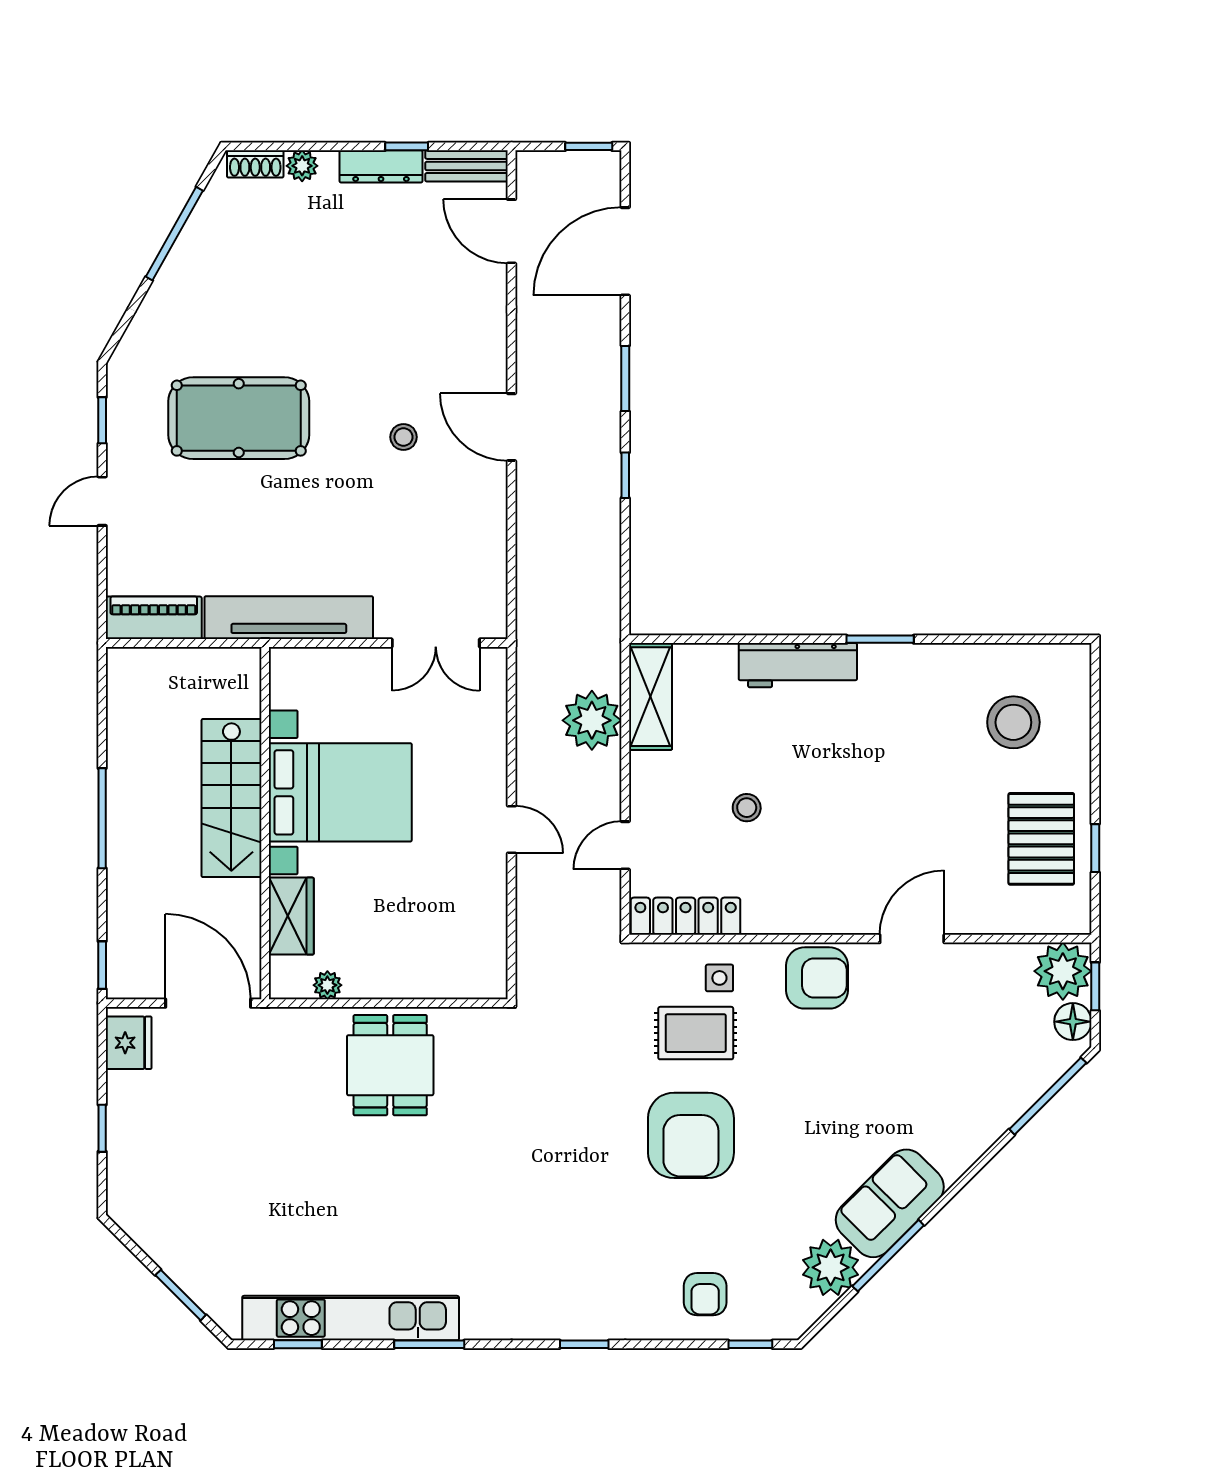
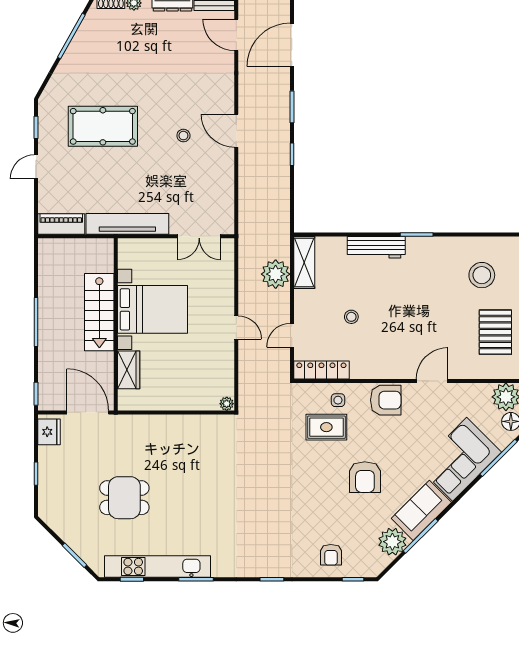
plant: (327, 985) -> (227, 404), moved
dining table: (390, 1065) -> (124, 498), moved, turned 90
corner sofa: (968, 1099) -> (460, 459), added
armchair: (691, 1135) -> (365, 477), moved, width x0.73, depth x0.73

